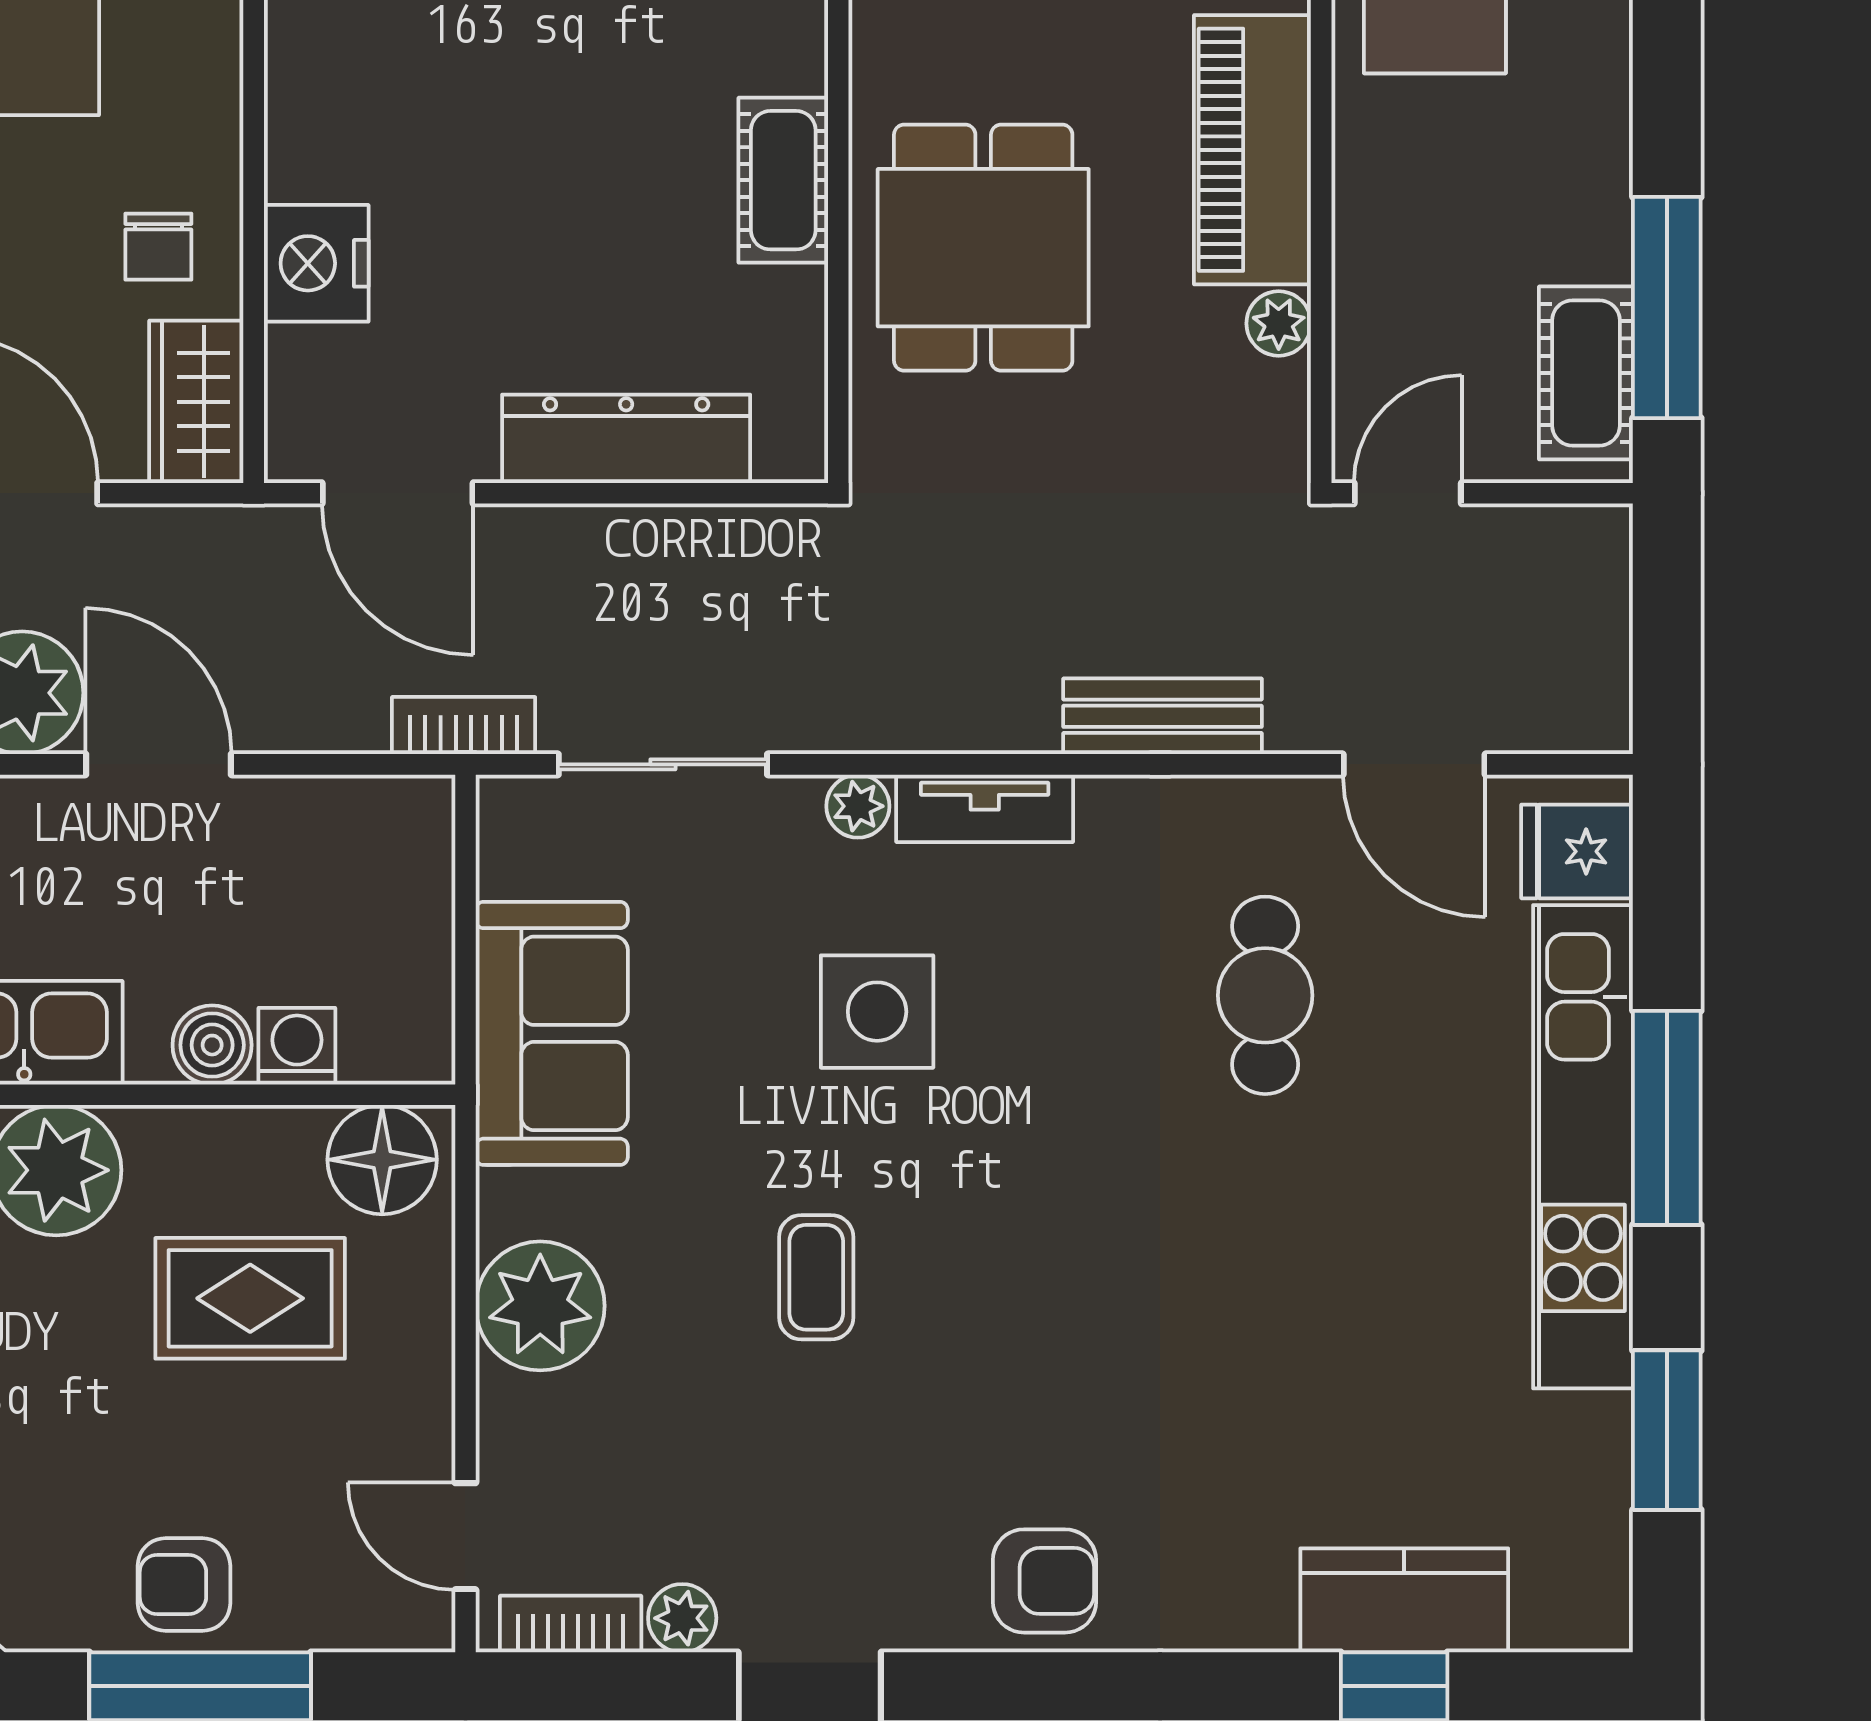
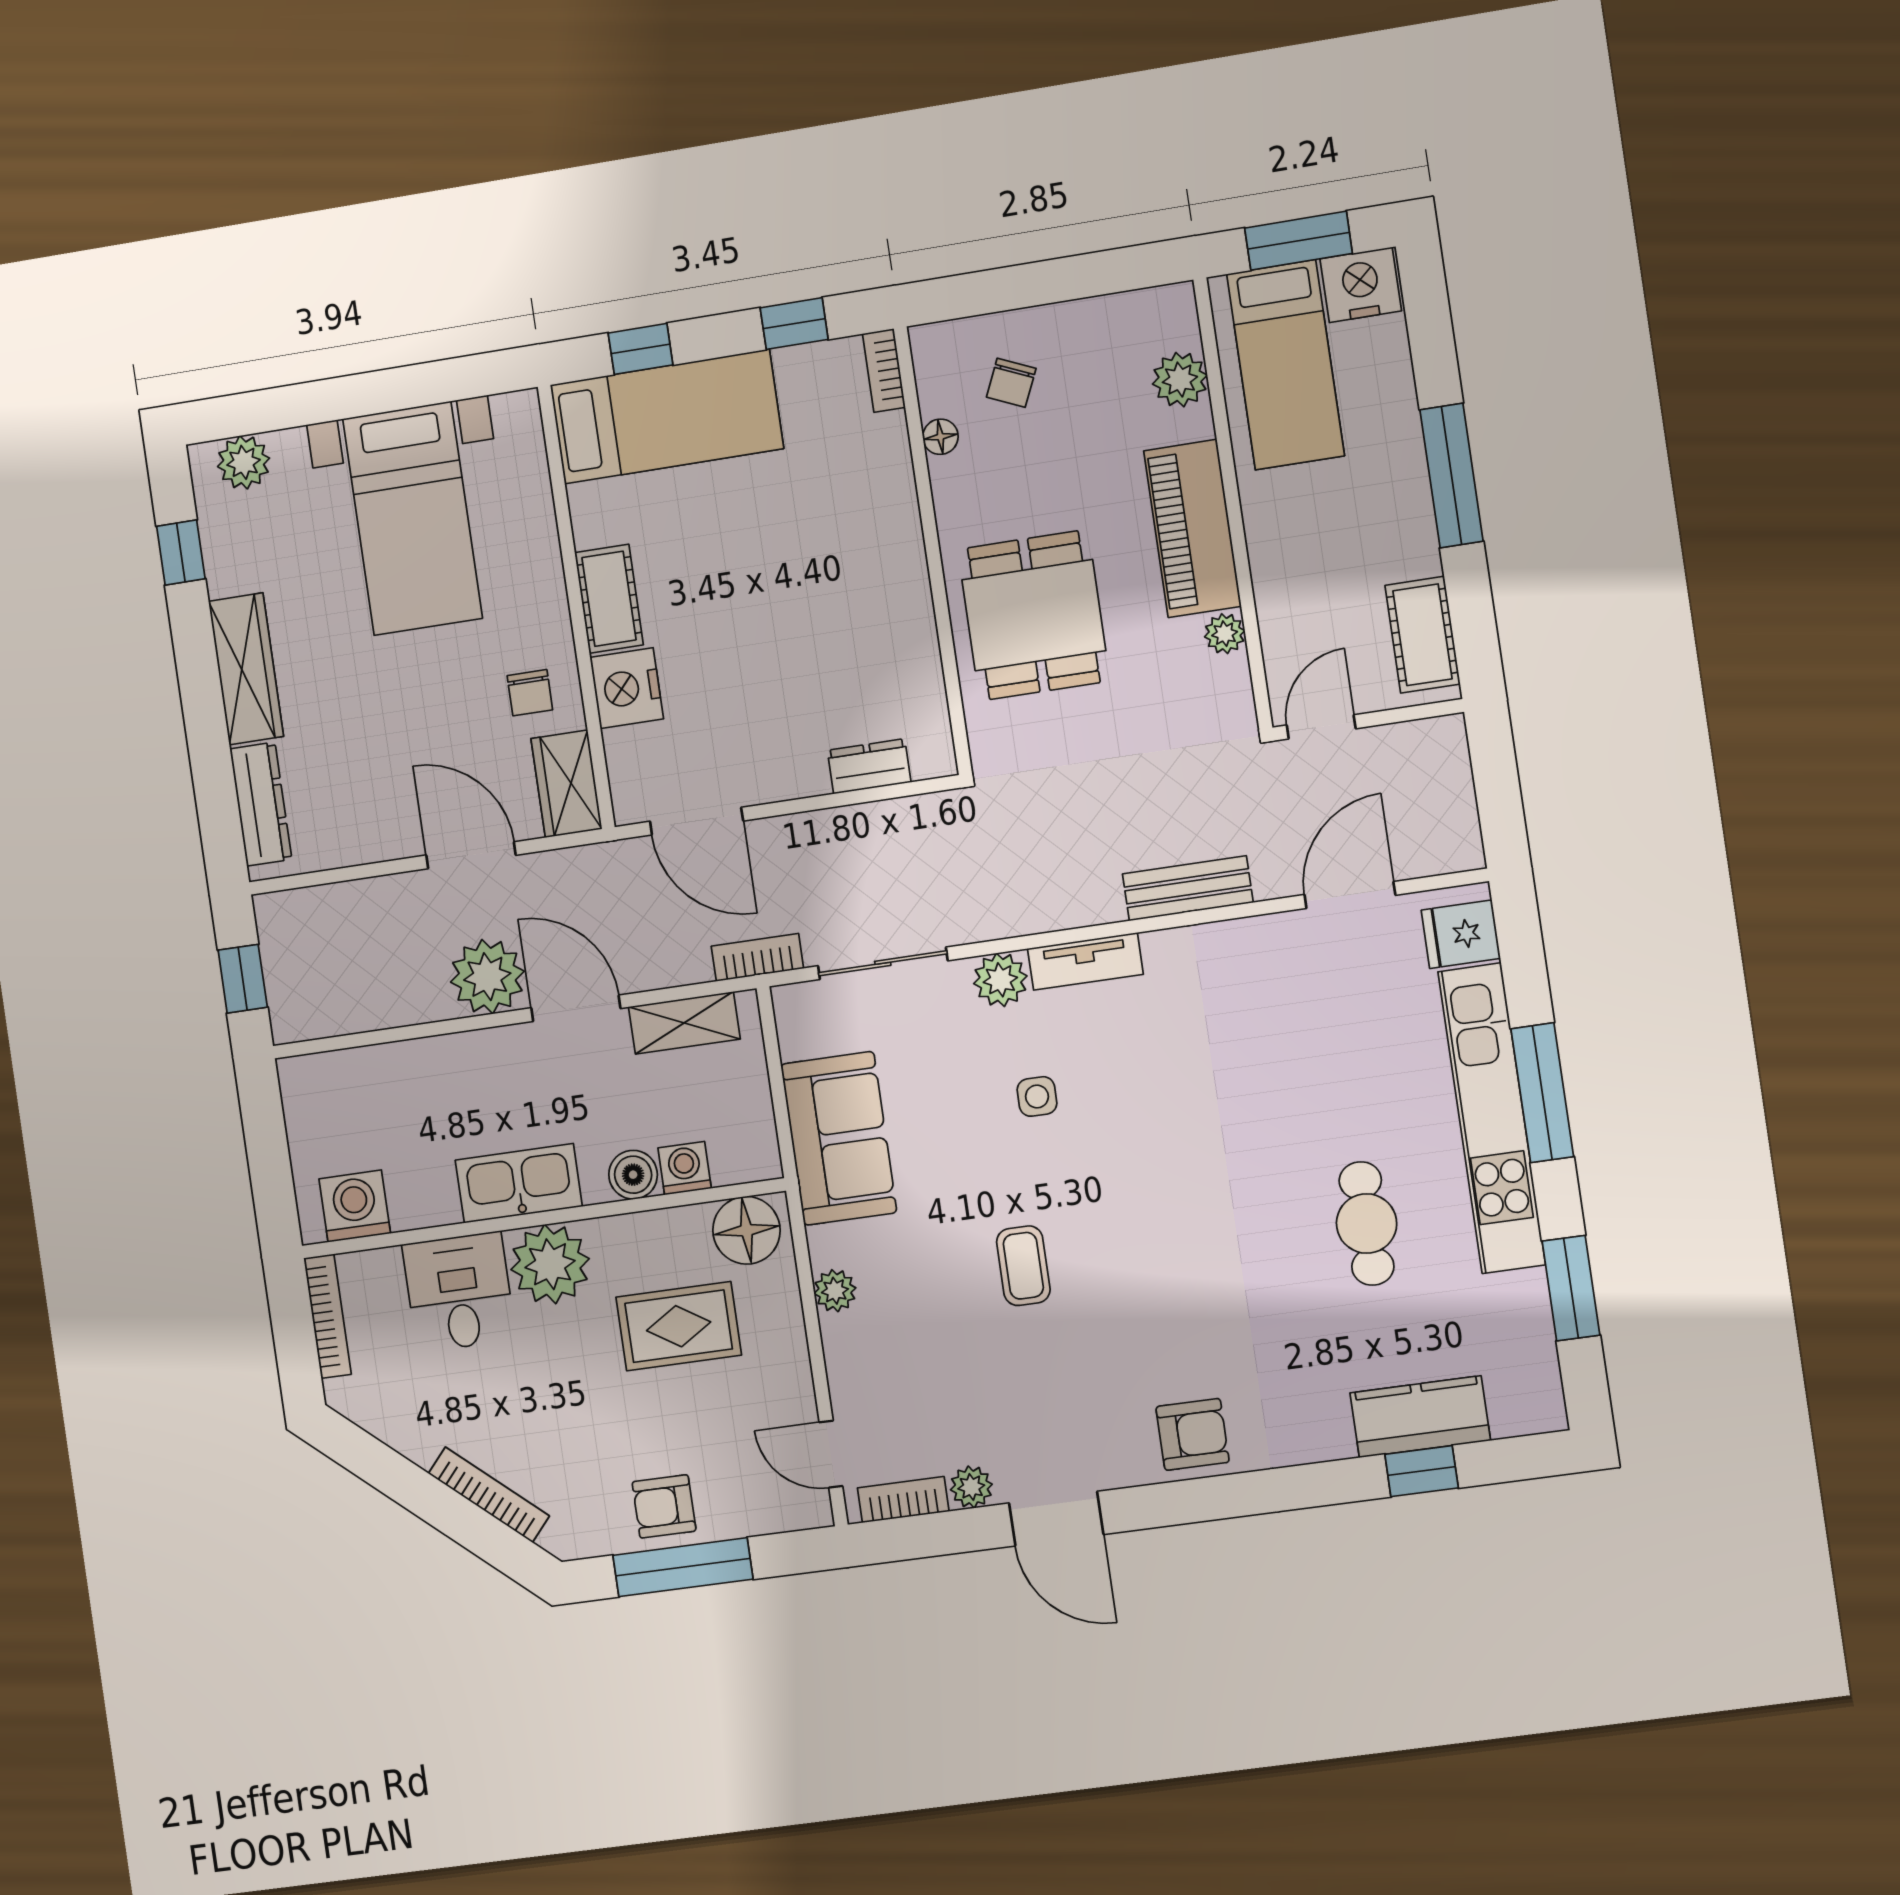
cot: (783, 180) -> (609, 599), moved
window: (1667, 308) -> (1452, 475), moved
dresser: (626, 439) -> (869, 766), width x0.51, depth x0.80
door: (1414, 764) -> (1350, 895), swing flipped
plant: (858, 806) -> (1000, 980), width x1.38, depth x1.38
shelving: (331, 813) -> (684, 1023), added
cafe table: (1265, 995) -> (1367, 1224), moved
side table: (877, 1012) -> (1037, 1097), width x0.54, depth x0.54
plant: (540, 1306) -> (835, 1291), width x0.53, depth x0.53

